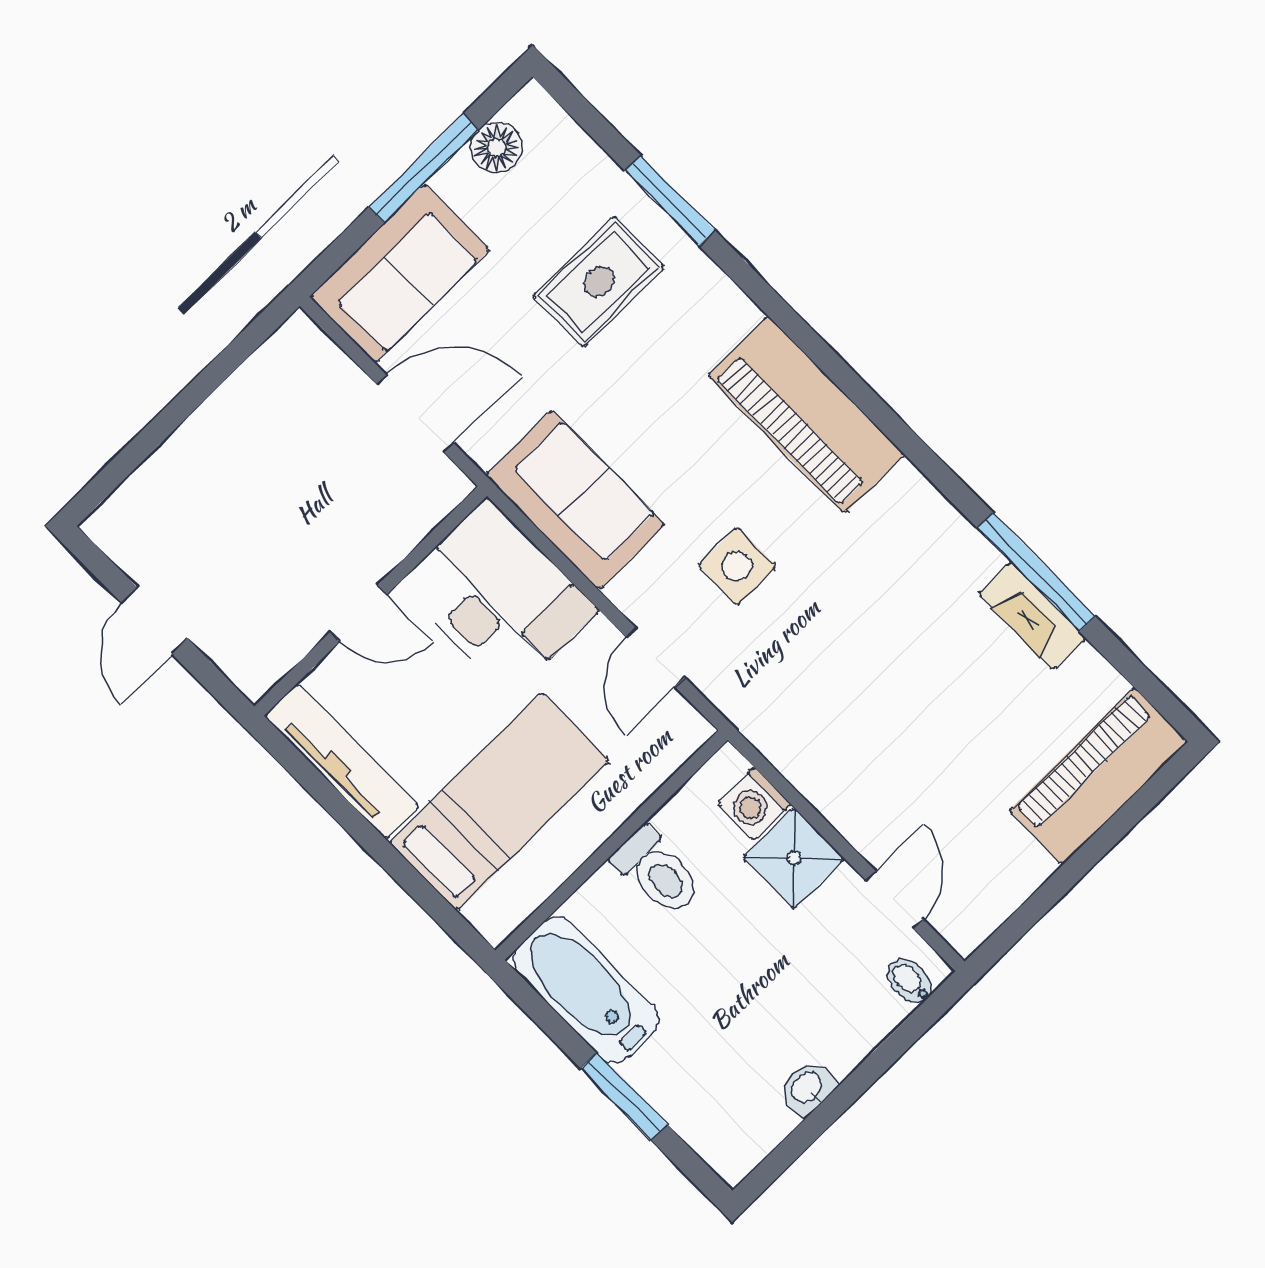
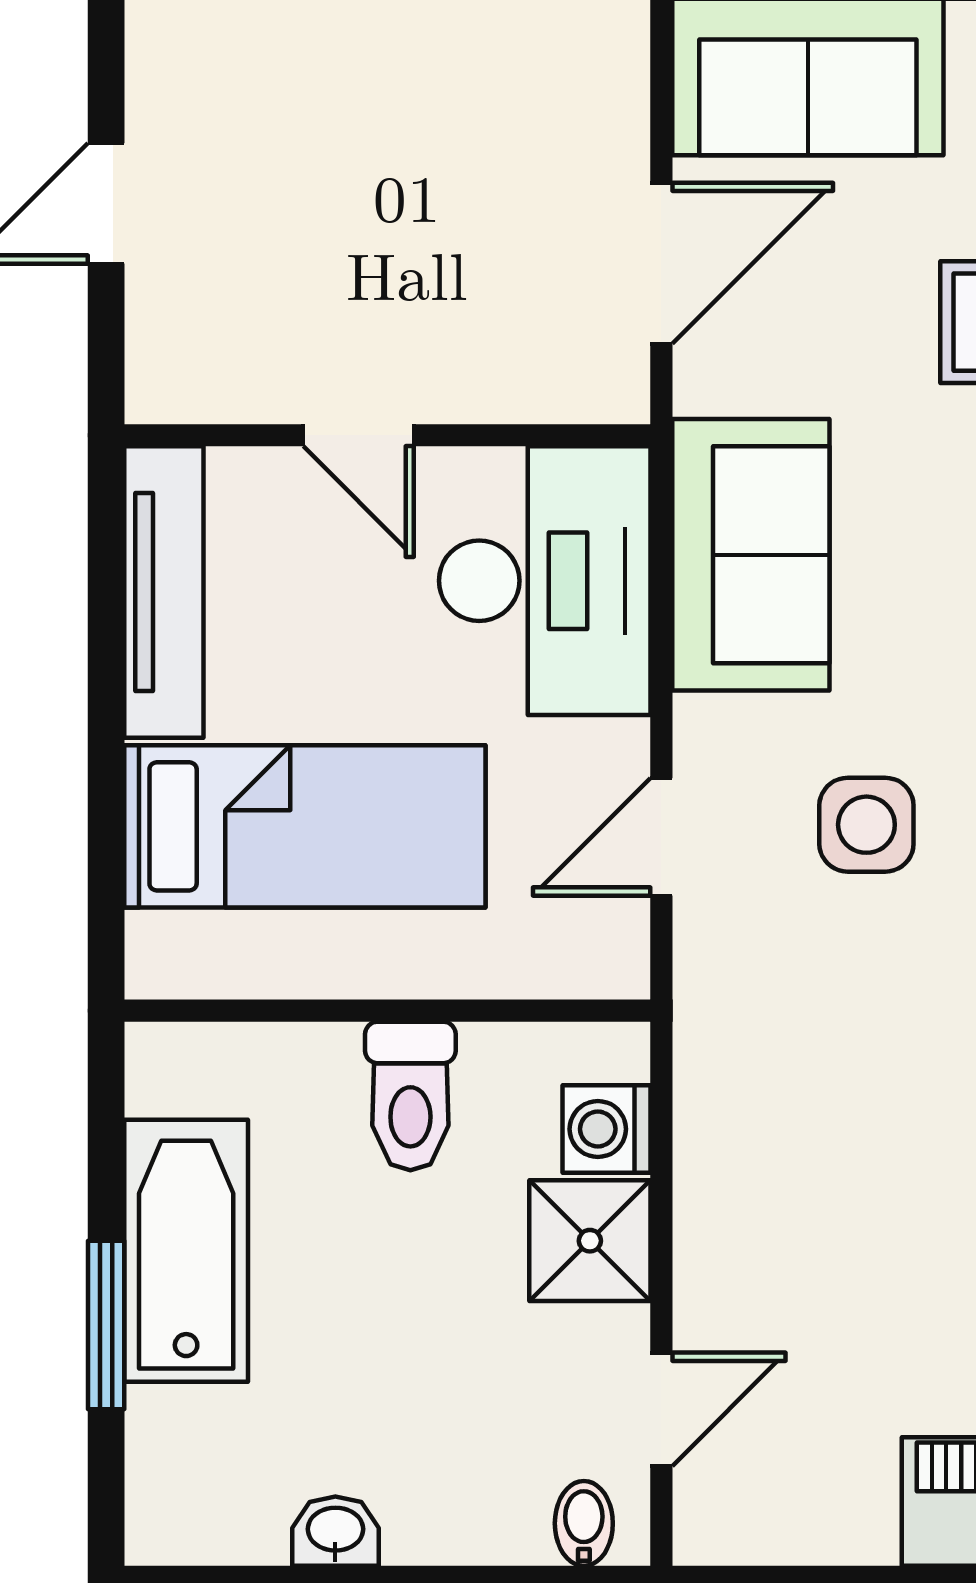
door: (415, 414) -> (661, 263), hinge flipped
bathtub: (586, 990) -> (186, 1251), moved

